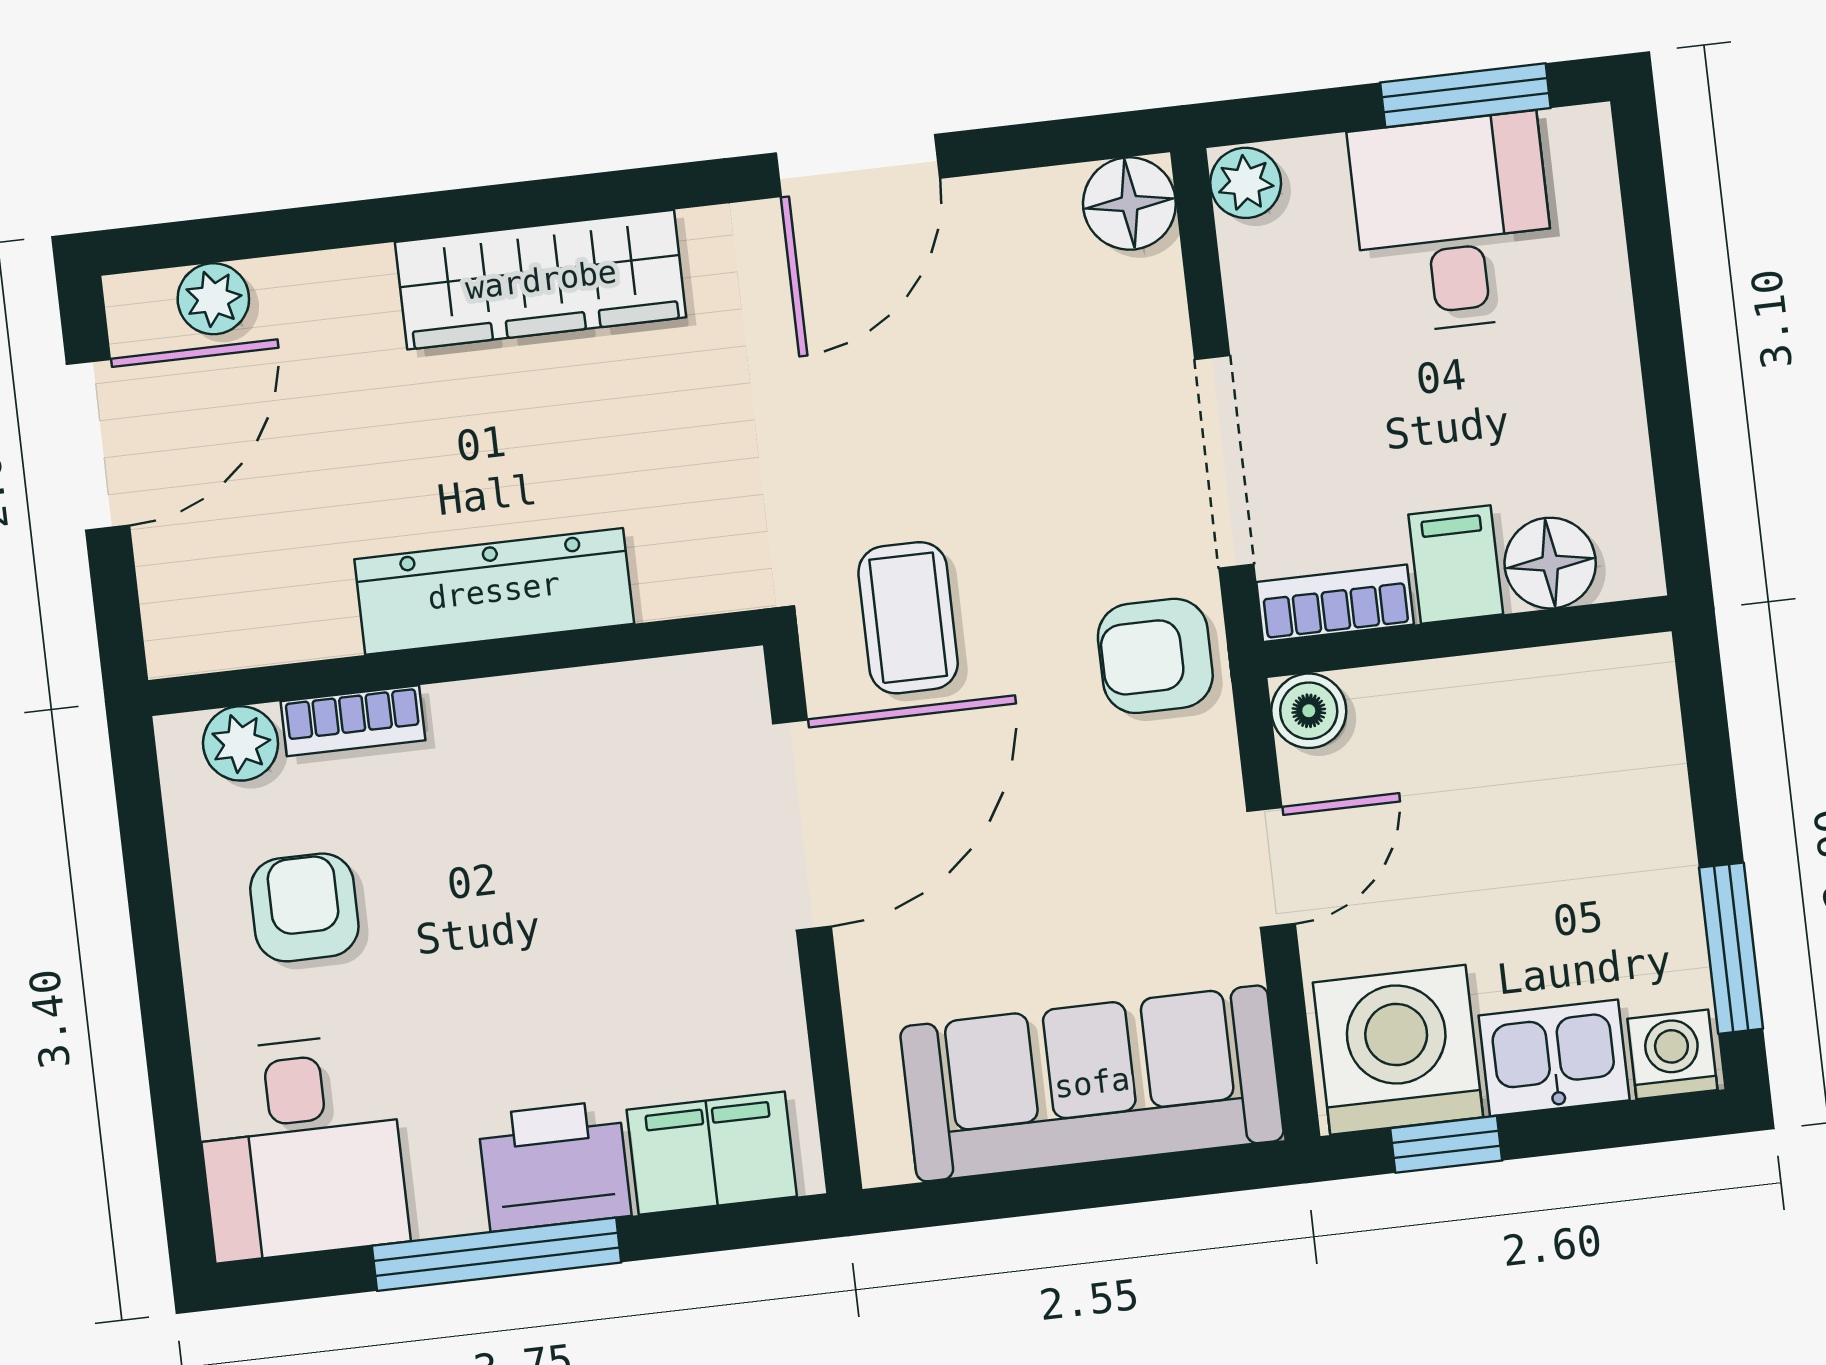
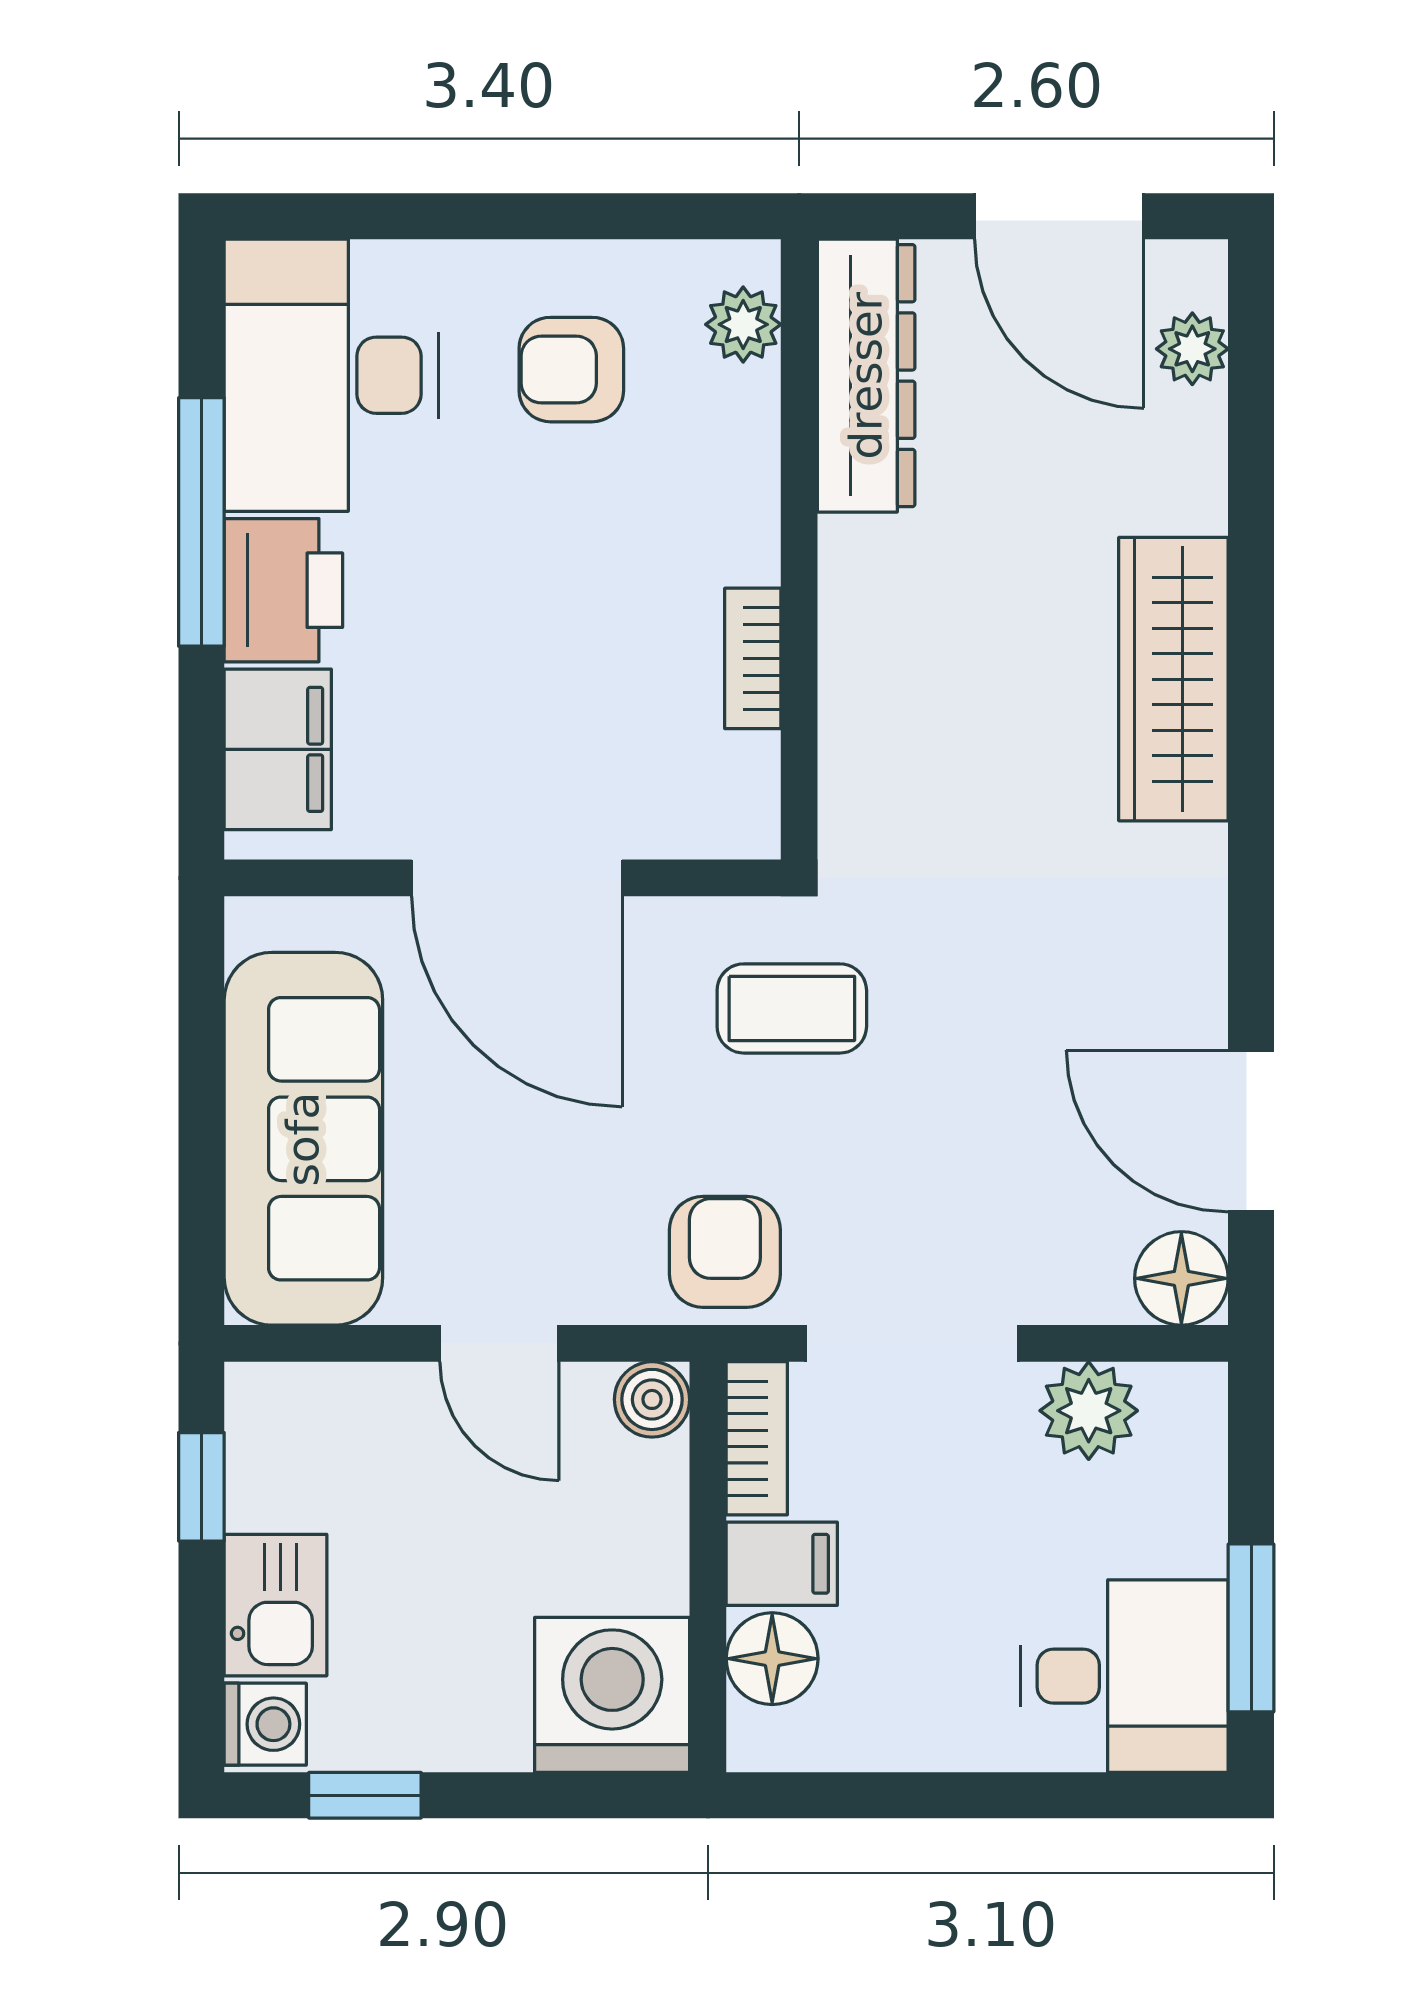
door: (858, 166) -> (1251, 1131), moved
plant: (1246, 183) -> (1089, 1411), moved, width x1.38, depth x1.38
desk: (1453, 223) -> (1124, 1676), moved
dresser: (494, 591) -> (866, 376), moved
bookcase: (353, 721) -> (753, 658), moved
door: (802, 825) -> (517, 878), moved
armchair: (304, 907) -> (571, 370), turned 180
window: (1731, 948) -> (365, 1795), width x0.67
washing machine: (1398, 1050) -> (612, 1695), moved, turned -90
desk: (301, 1147) -> (331, 375), width x1.37

